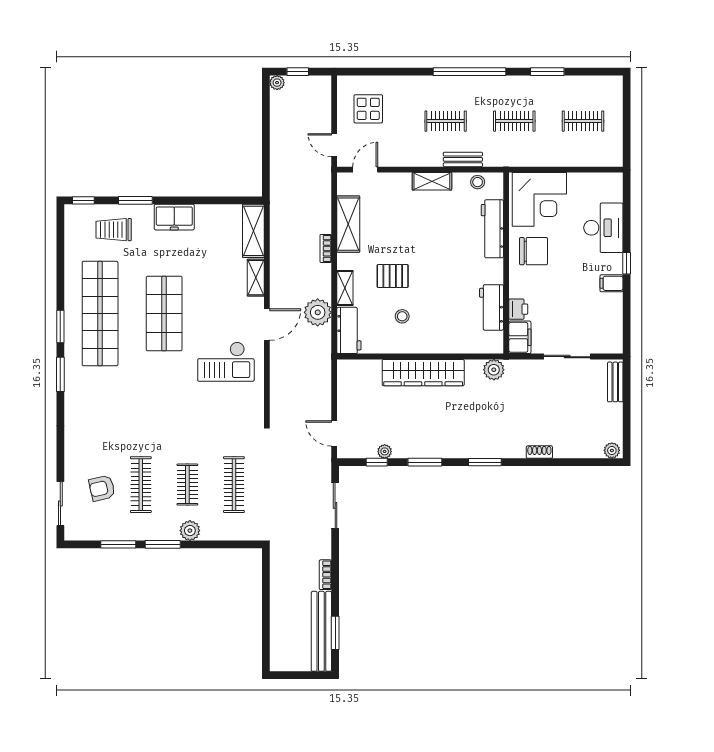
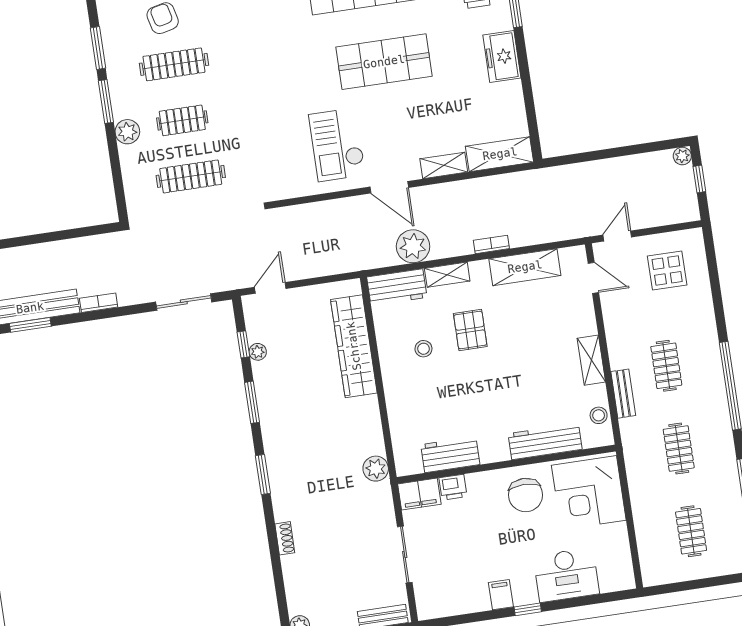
wardrobe: (423, 373) -> (354, 346), moved

